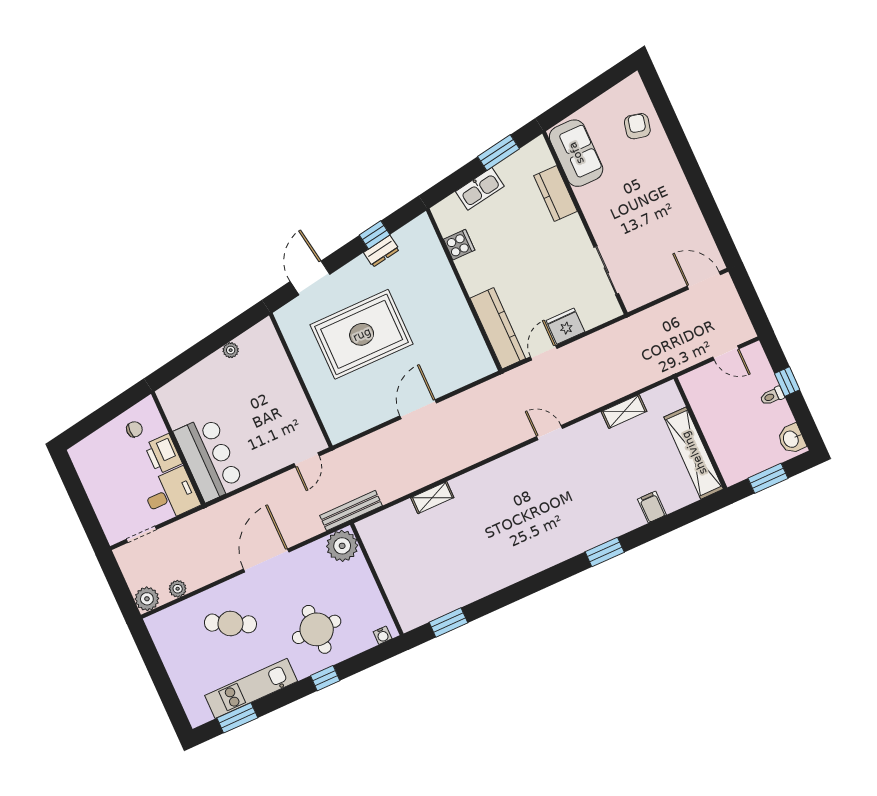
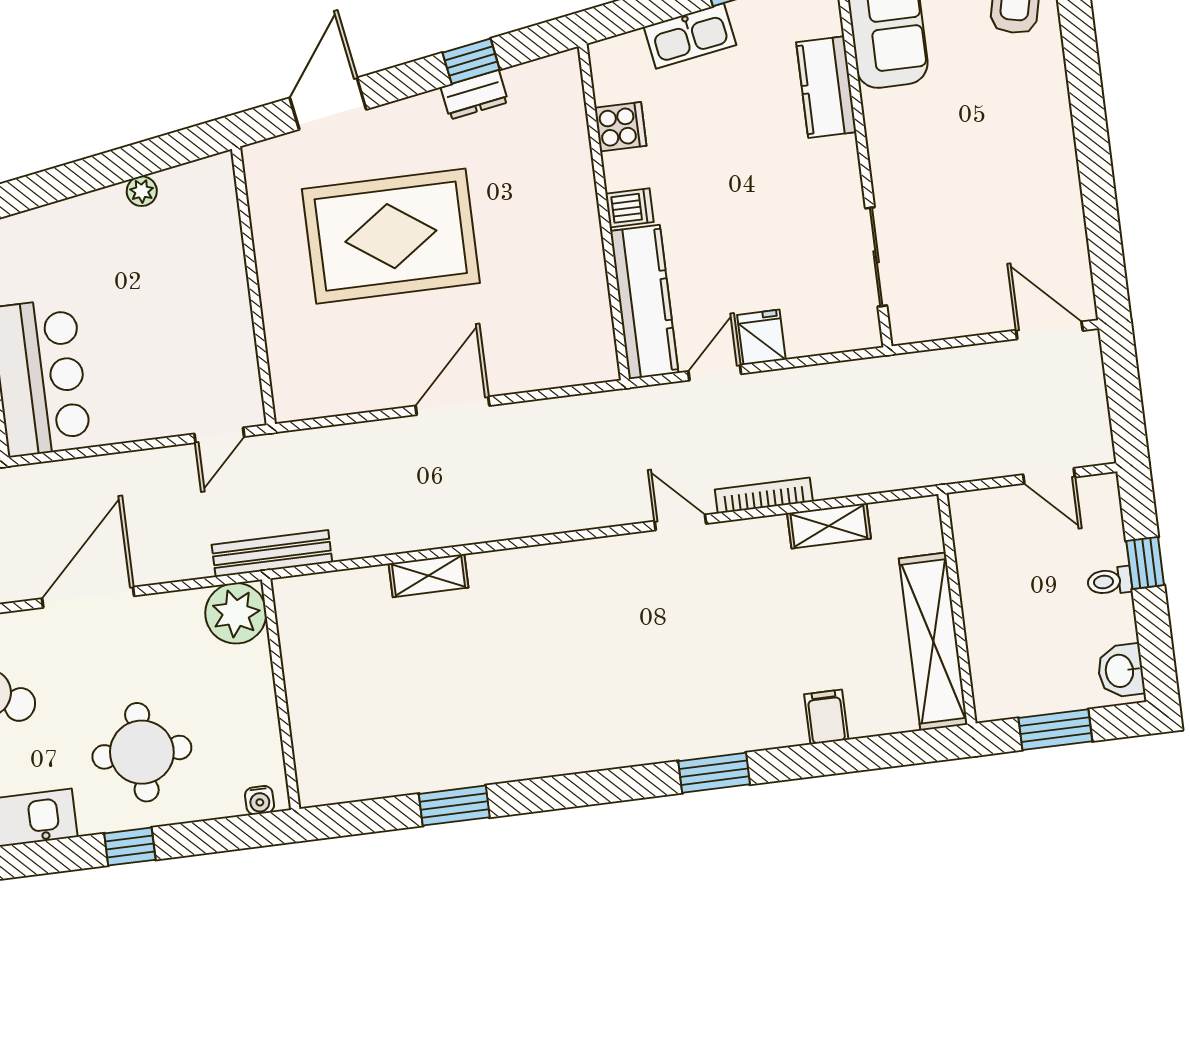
dishwasher: (476, 284) -> (630, 208), added
fridge: (565, 326) -> (761, 337), width x0.72
bookcase: (587, 406) -> (764, 496), added
window: (448, 623) -> (454, 806), moved

